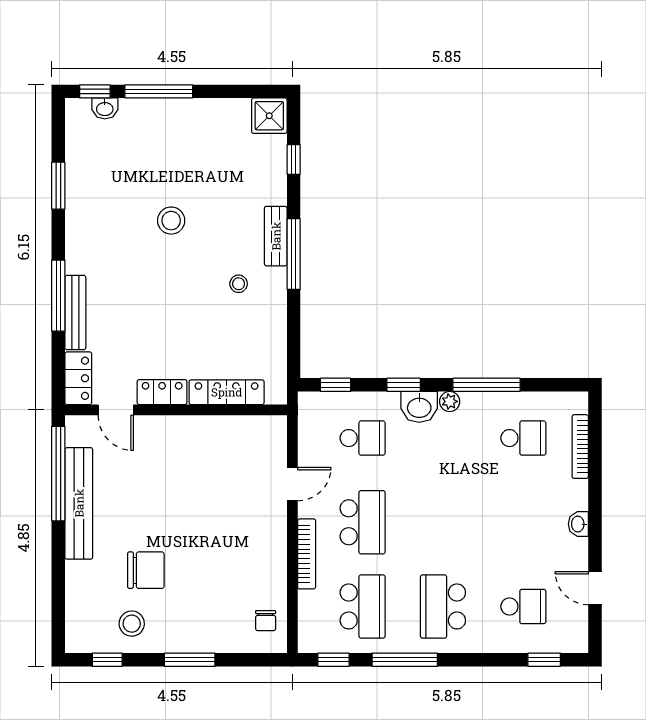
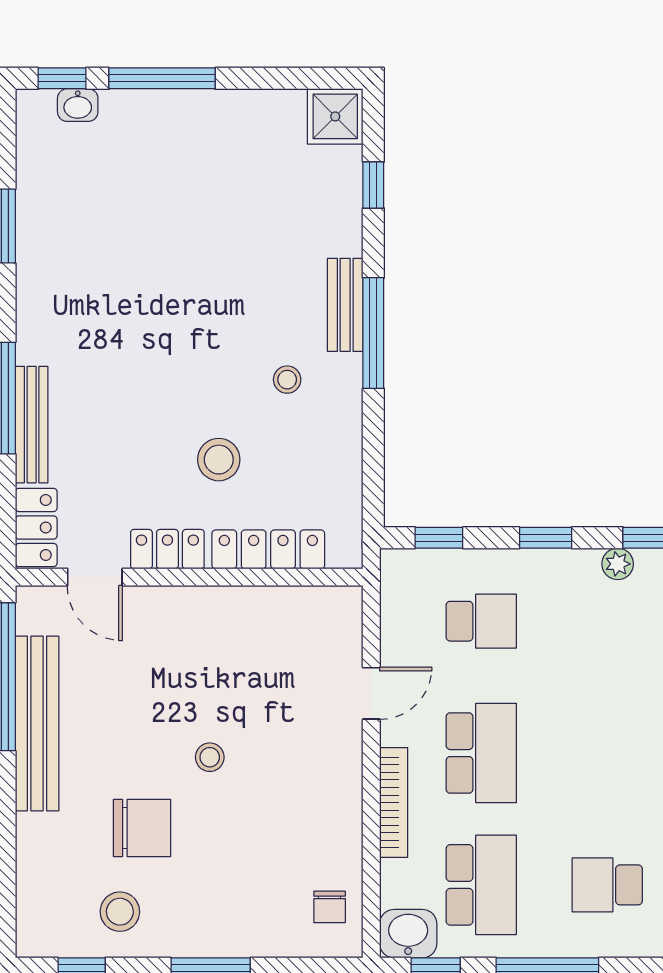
stool: (171, 221) -> (219, 460), moved
washbasin: (419, 407) -> (408, 934), moved, turned 180
stool: (189, 525) -> (210, 757), added
school desk: (443, 606) -> (607, 885), width x0.54

